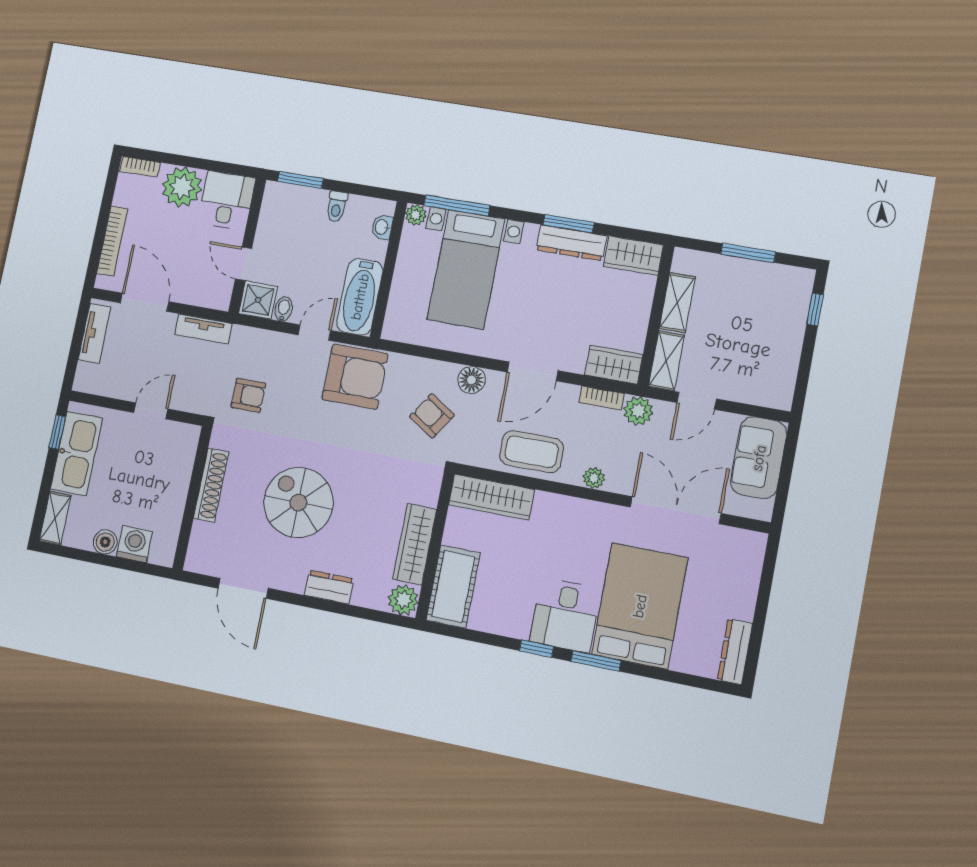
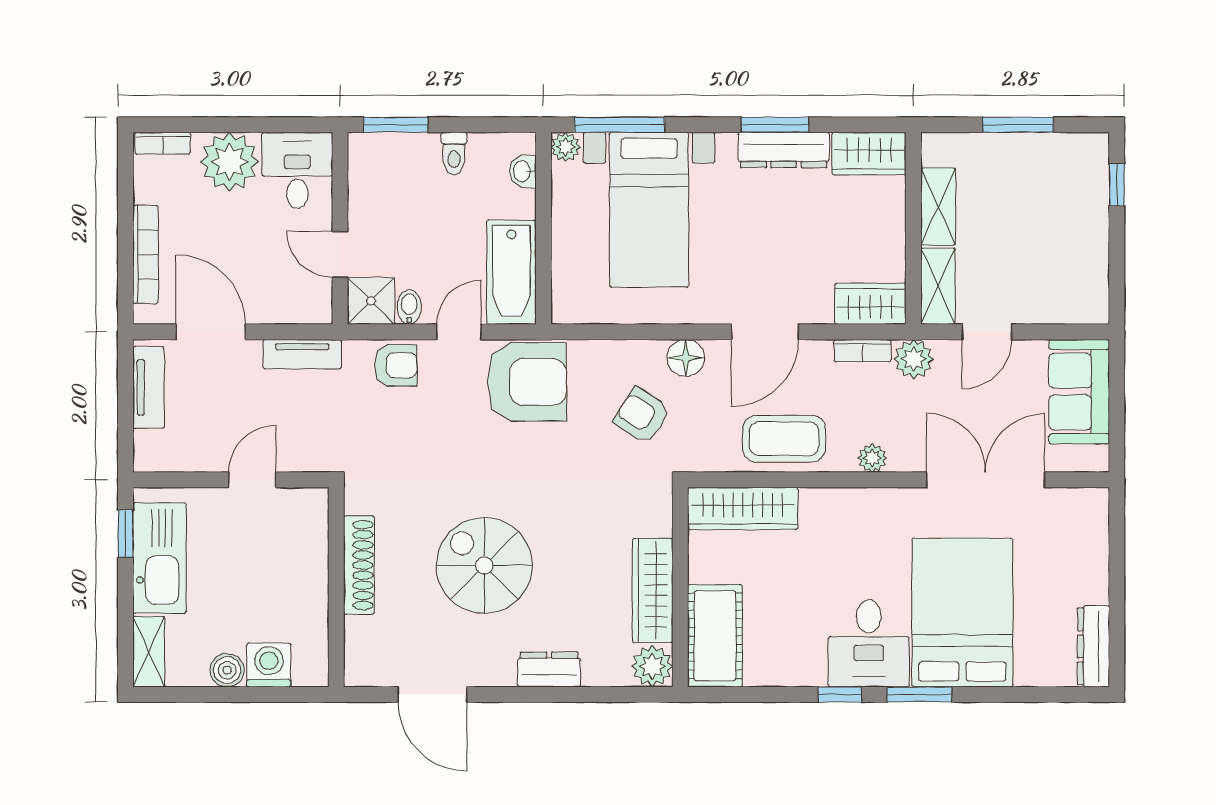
armchair: (248, 395) -> (396, 365), moved

